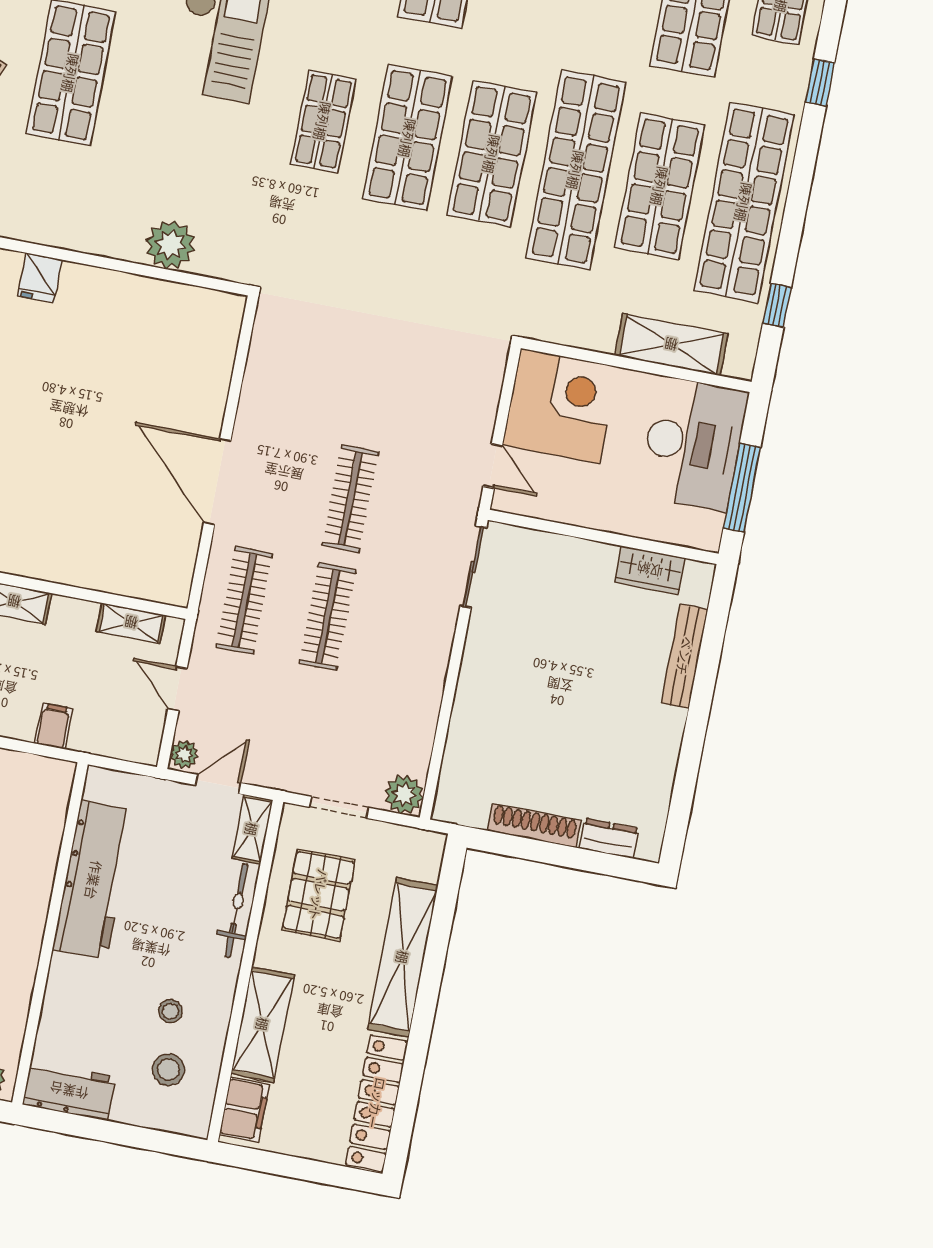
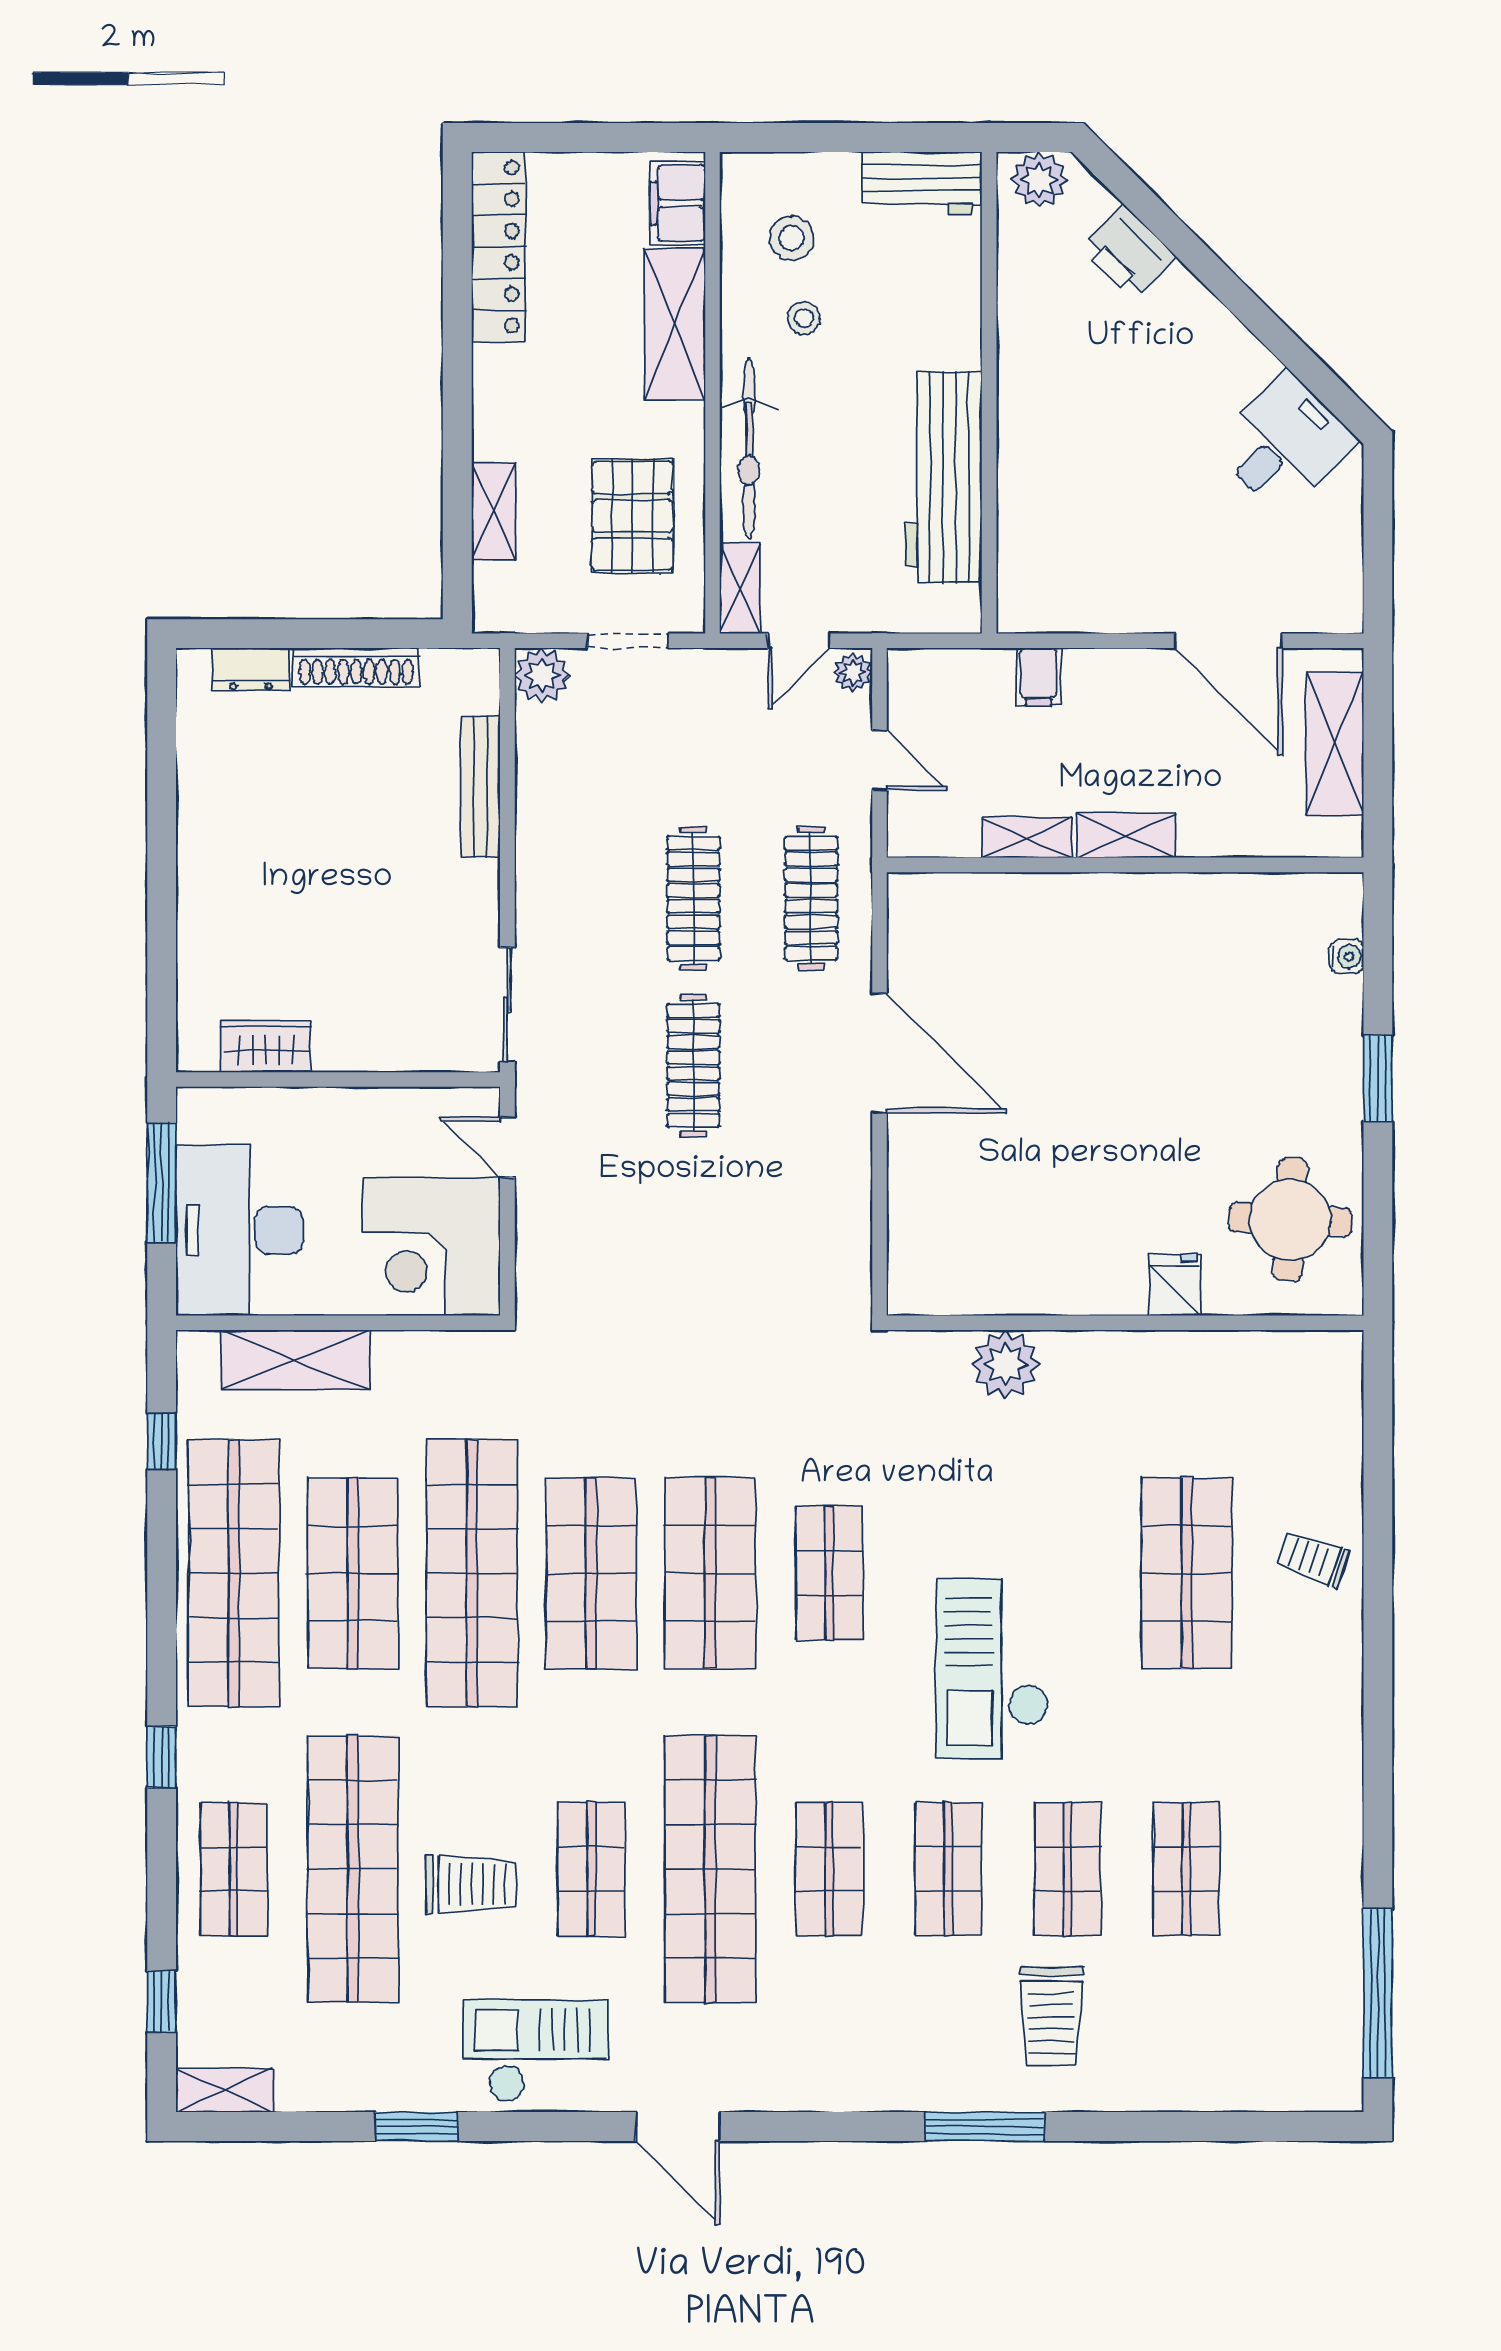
shelving: (131, 623) -> (1027, 837), moved
bench: (685, 656) -> (480, 786), moved
bicycle: (236, 911) -> (749, 449), width x1.37, depth x1.40
shelving: (403, 957) -> (494, 511), width x0.45, depth x0.75

